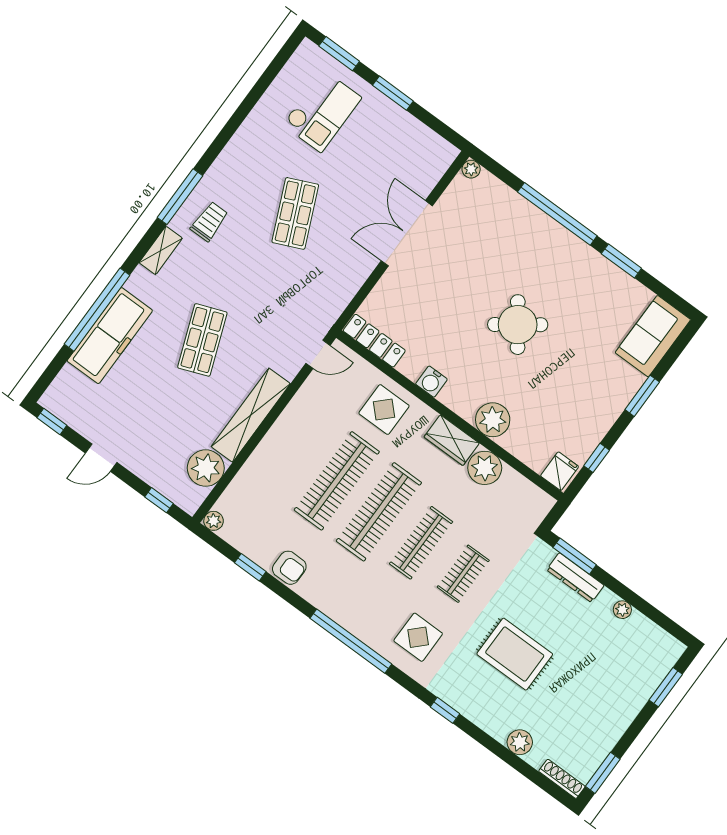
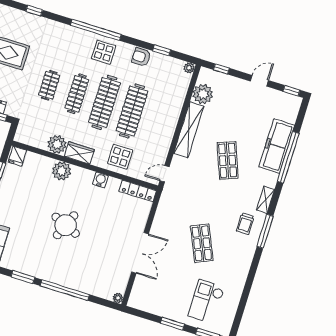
round table: (518, 325) -> (66, 225), turned -31
display table: (418, 637) -> (104, 52), moved

